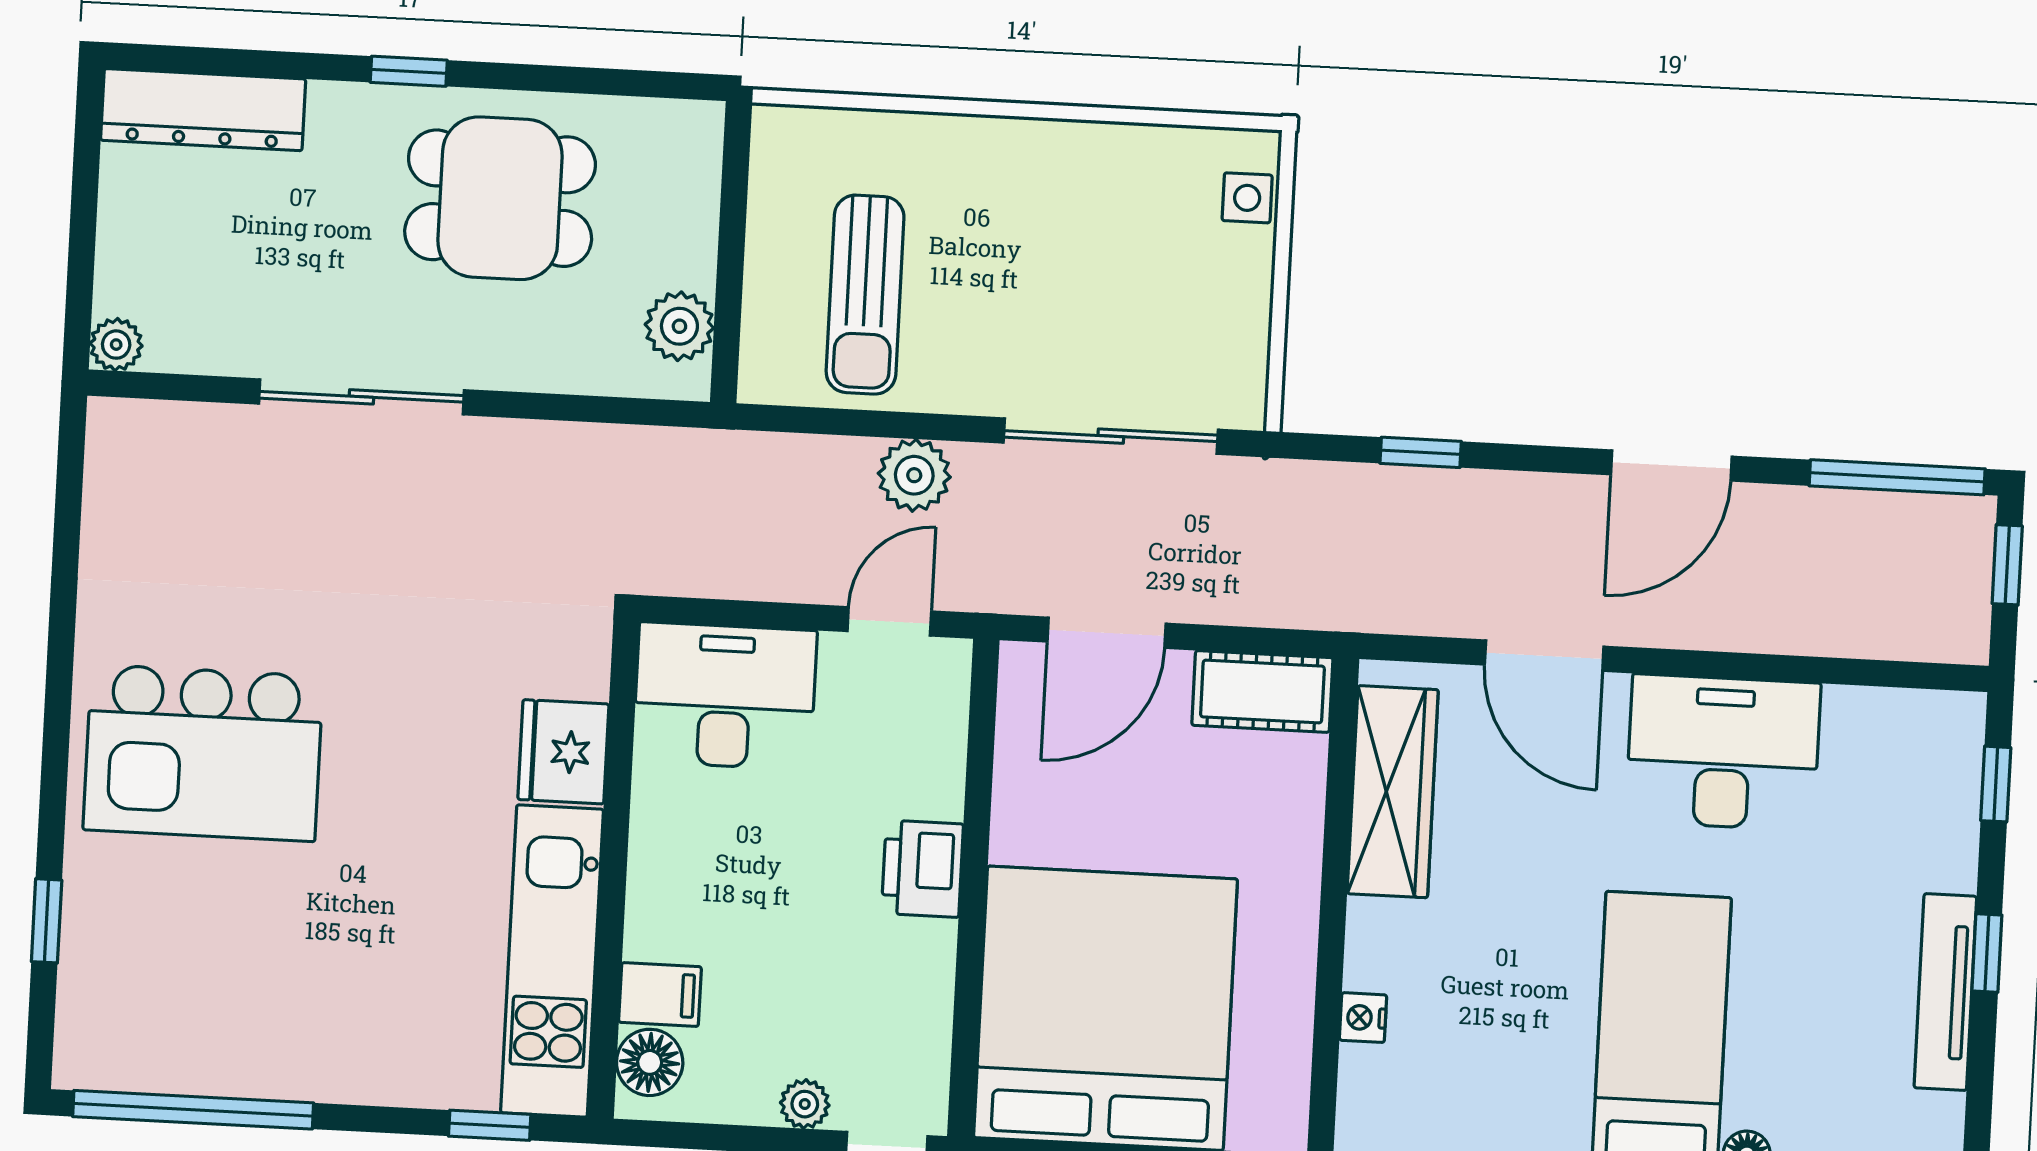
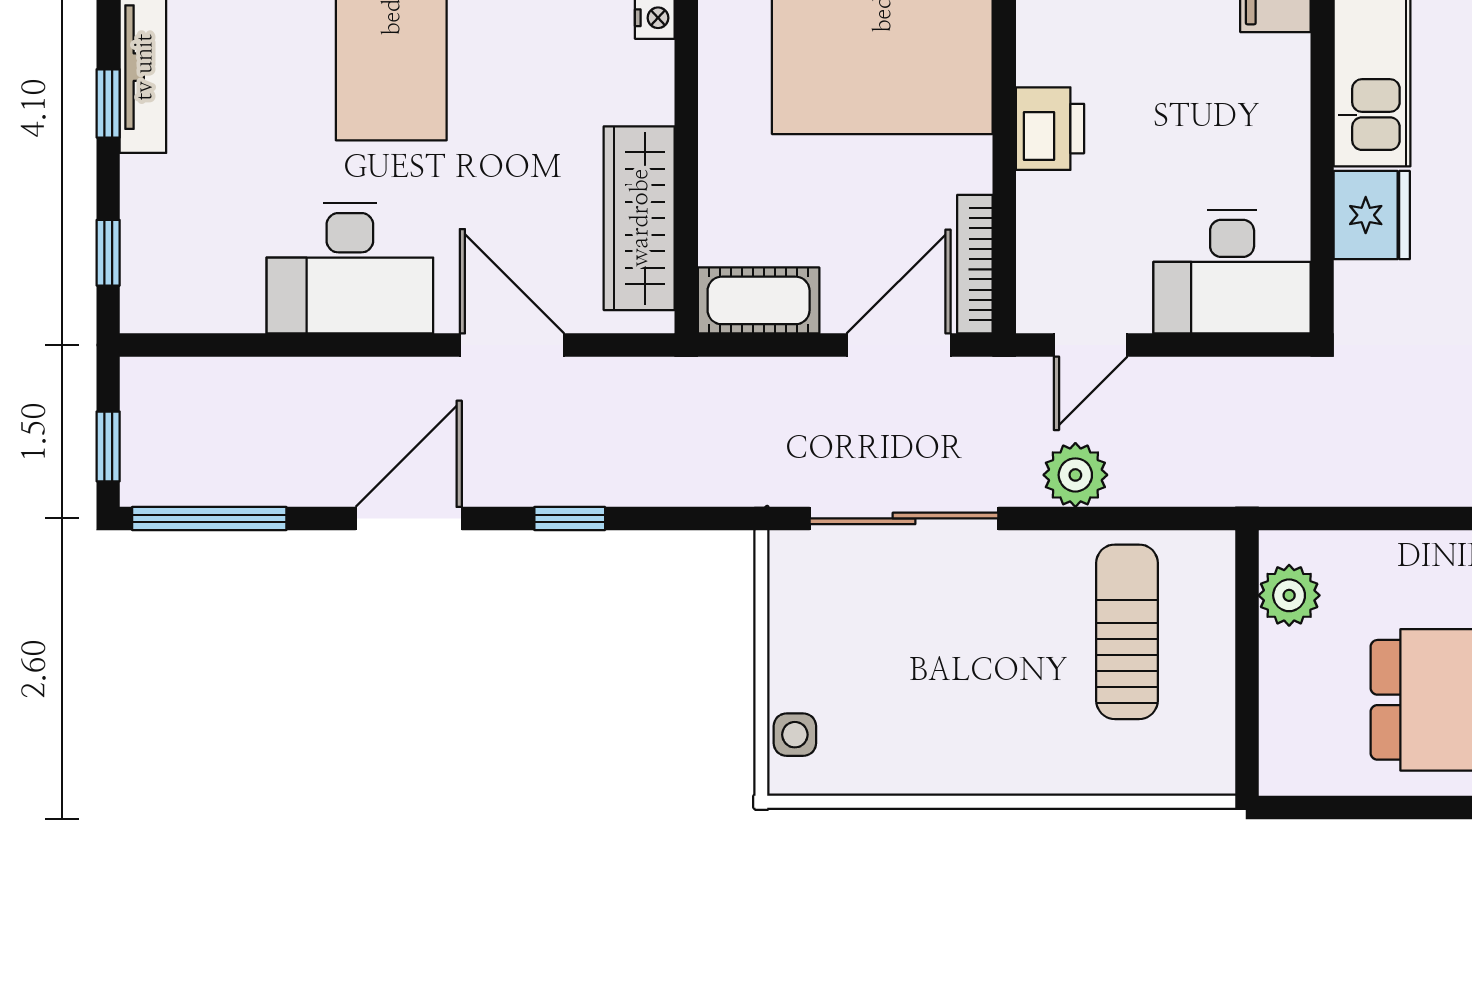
window: (1421, 452) -> (570, 518), moved
bookcase: (1015, 720) -> (975, 264), added

